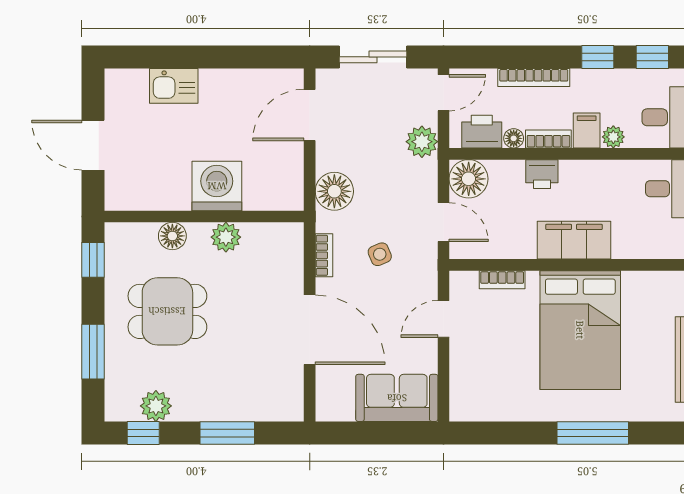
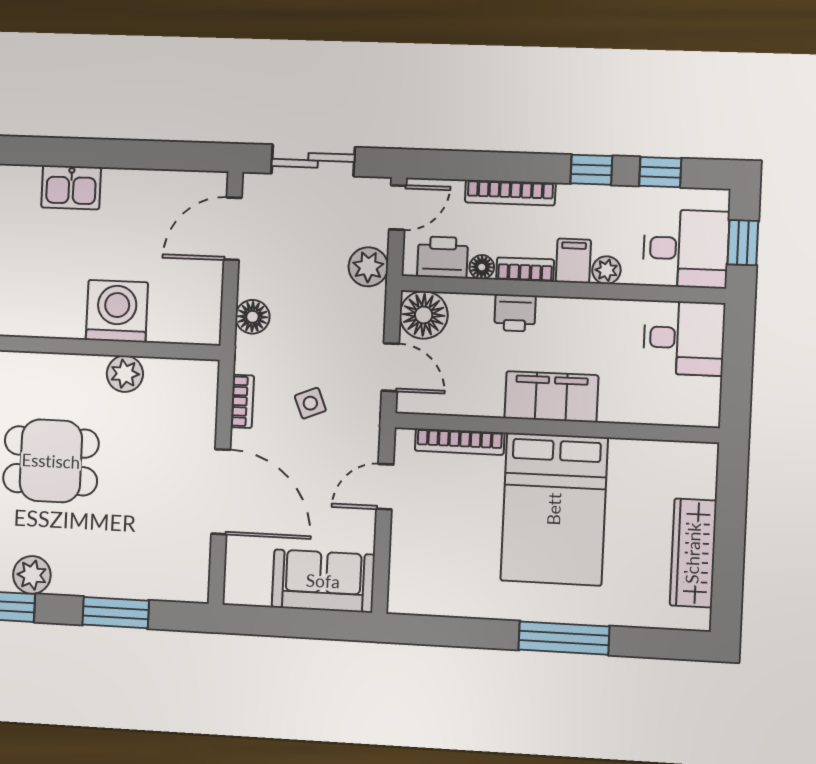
floor lamp: (334, 191) -> (253, 317), width x0.73, depth x0.73
floor lamp: (172, 236) -> (61, 370), removed
bookcase: (502, 280) -> (460, 442), width x1.56

